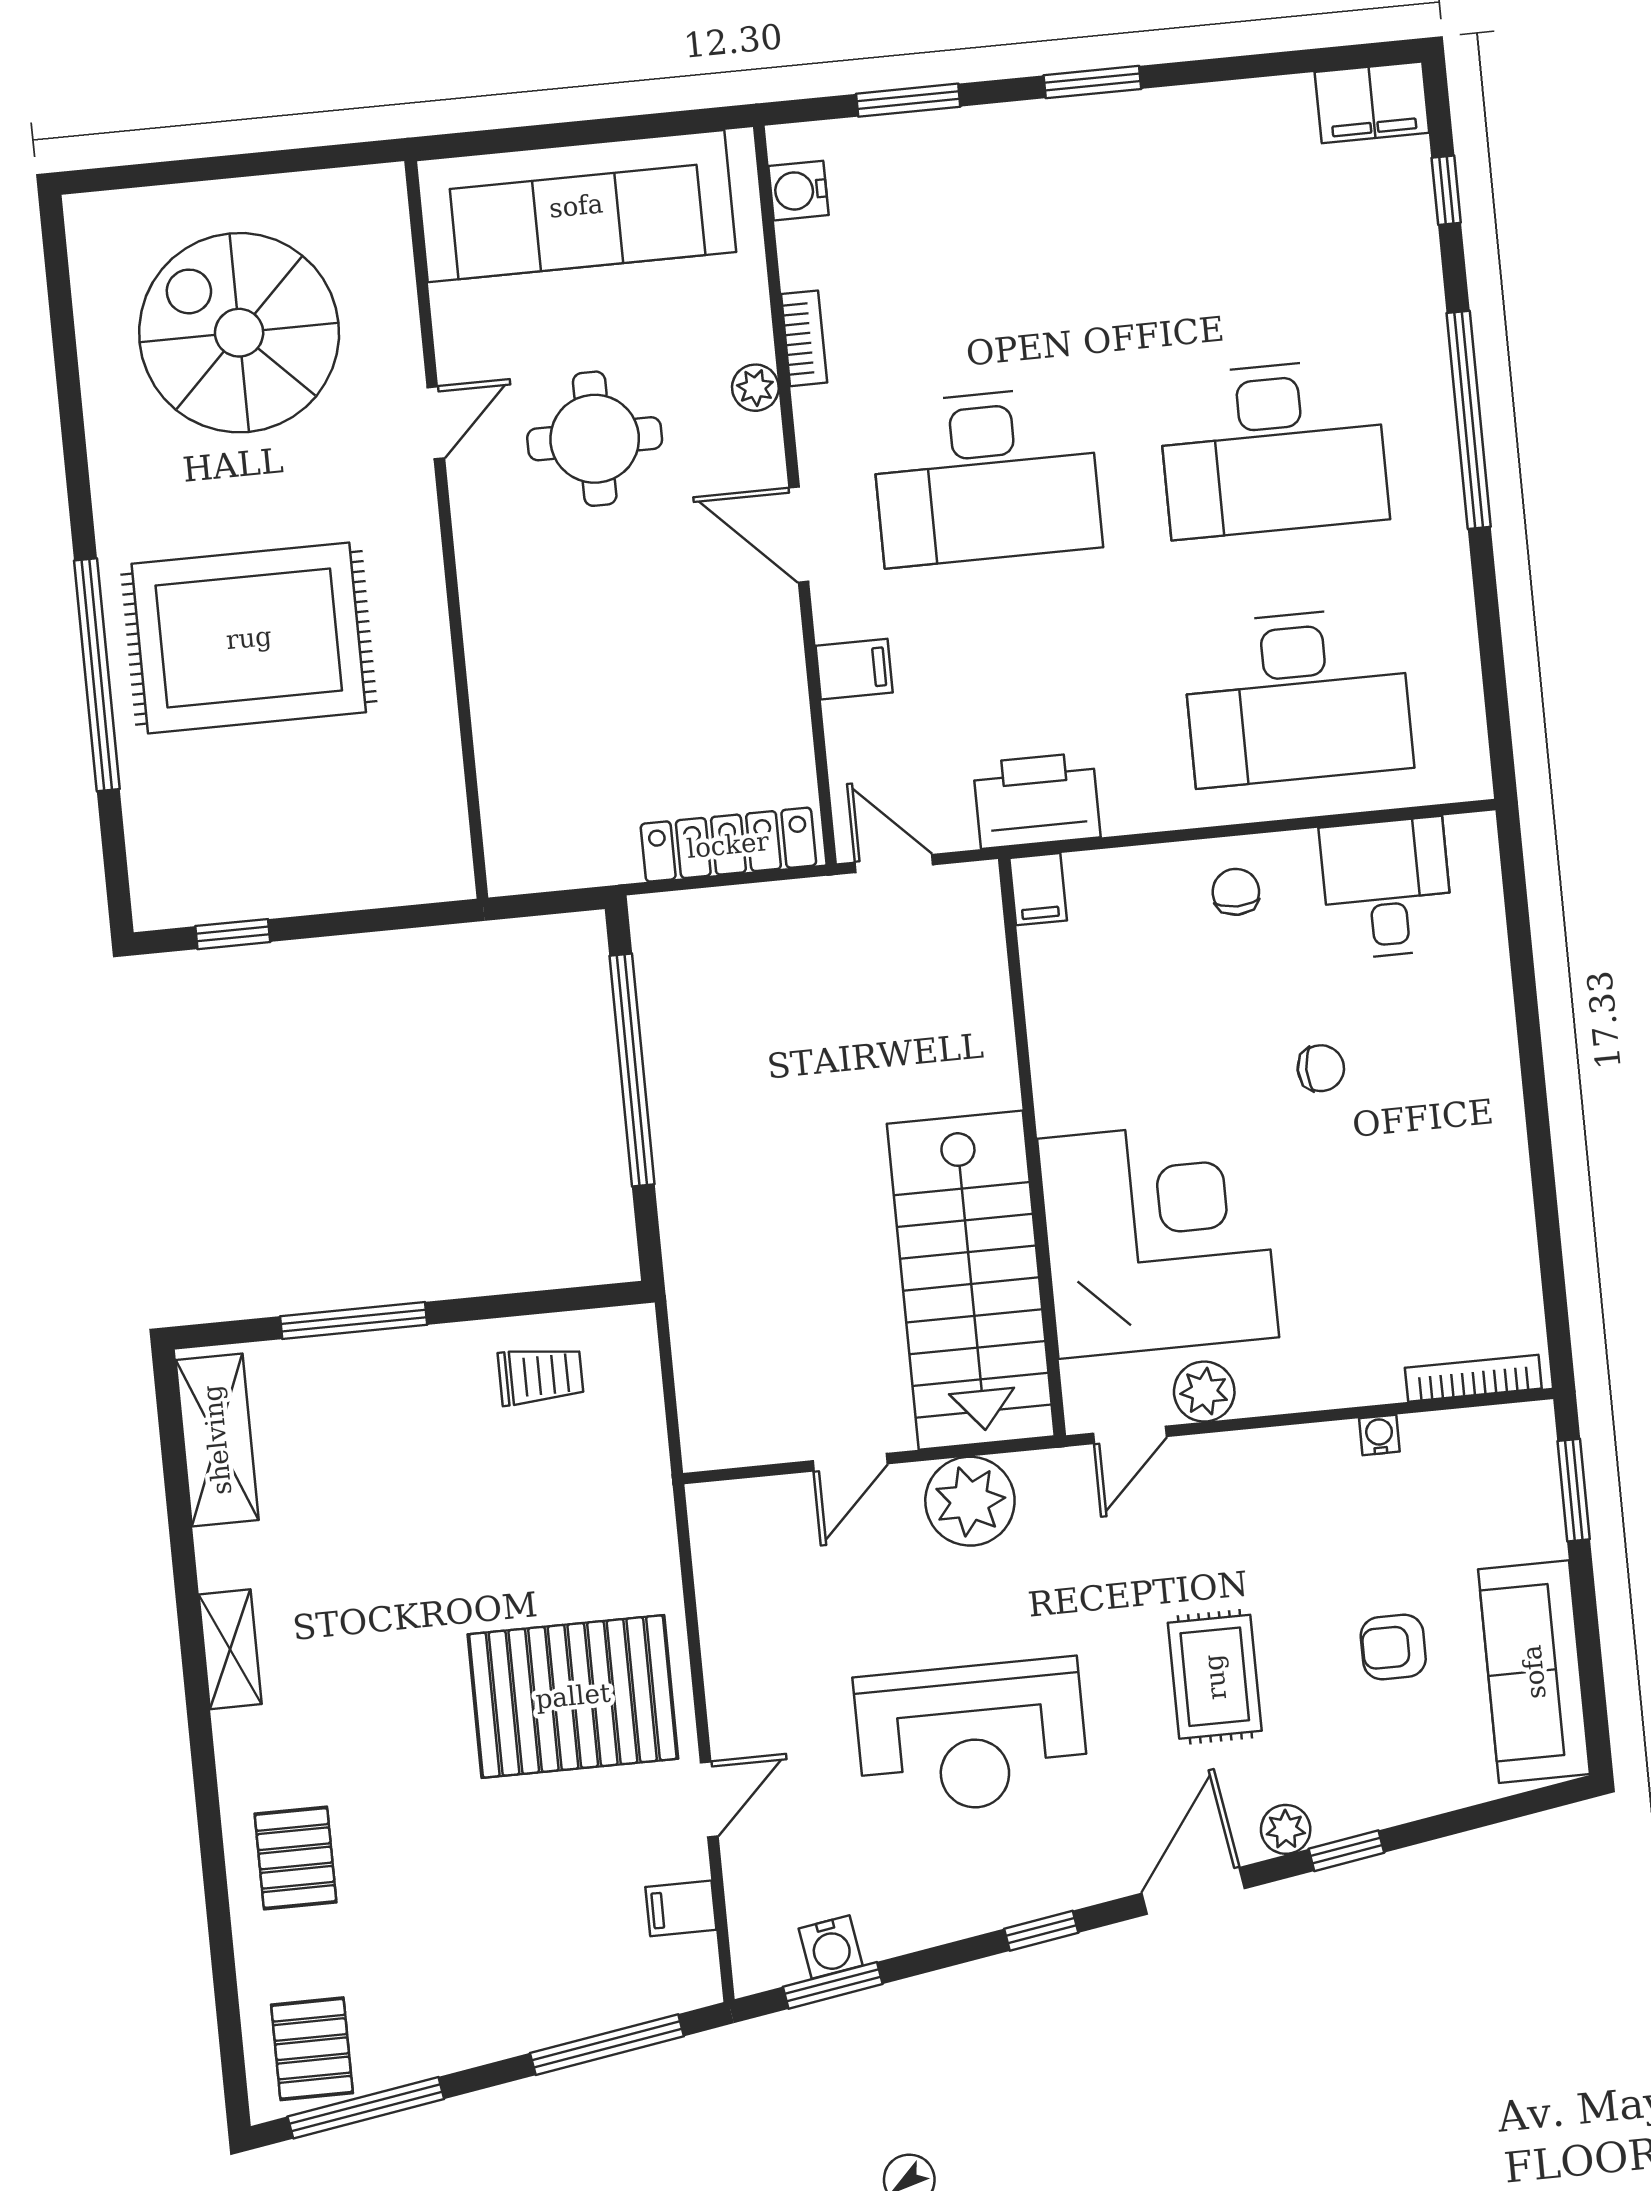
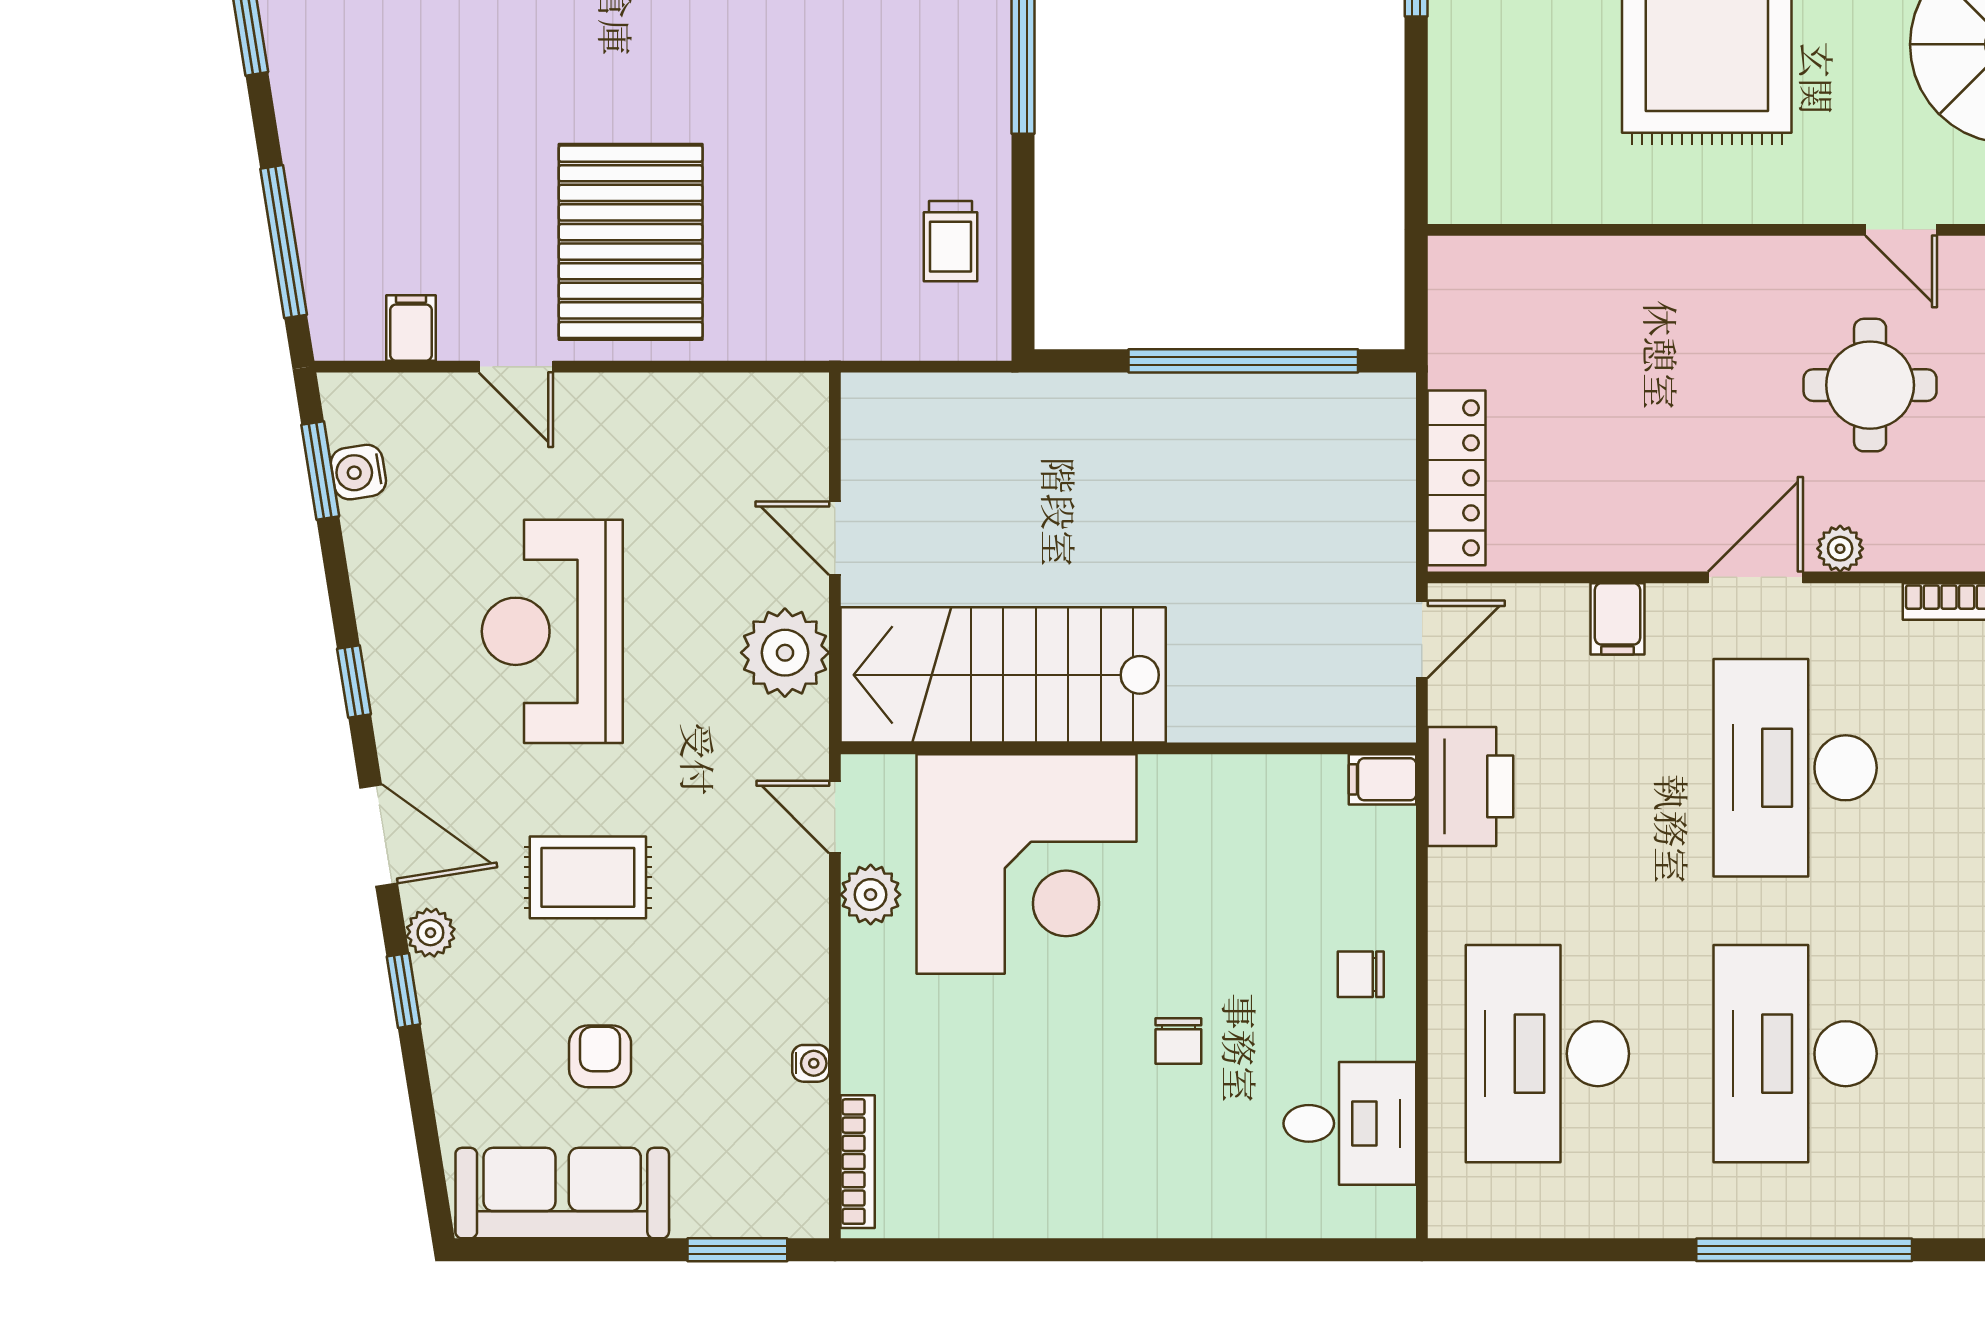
plant: (755, 388) -> (1840, 549), moved
chair: (1236, 892) -> (1361, 974), turned 180

